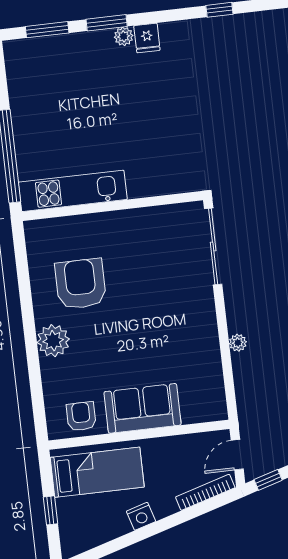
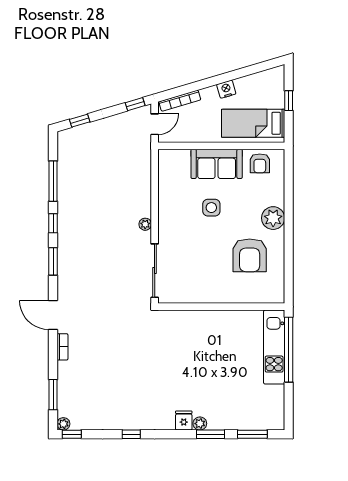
kitchen unit: (73, 191) -> (274, 347), moved, turned 90
plant: (238, 343) -> (145, 224), moved
side table: (143, 345) -> (211, 208), added

